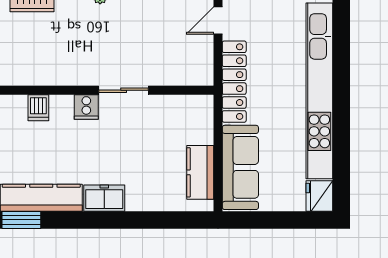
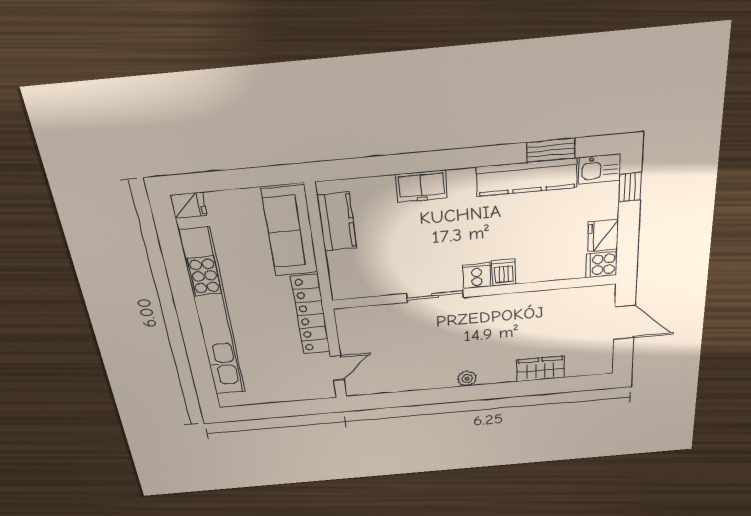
dishwasher: (38, 108) -> (504, 272), moved
fridge: (319, 196) -> (188, 205), width x0.72
freezer: (104, 198) -> (421, 186), moved

